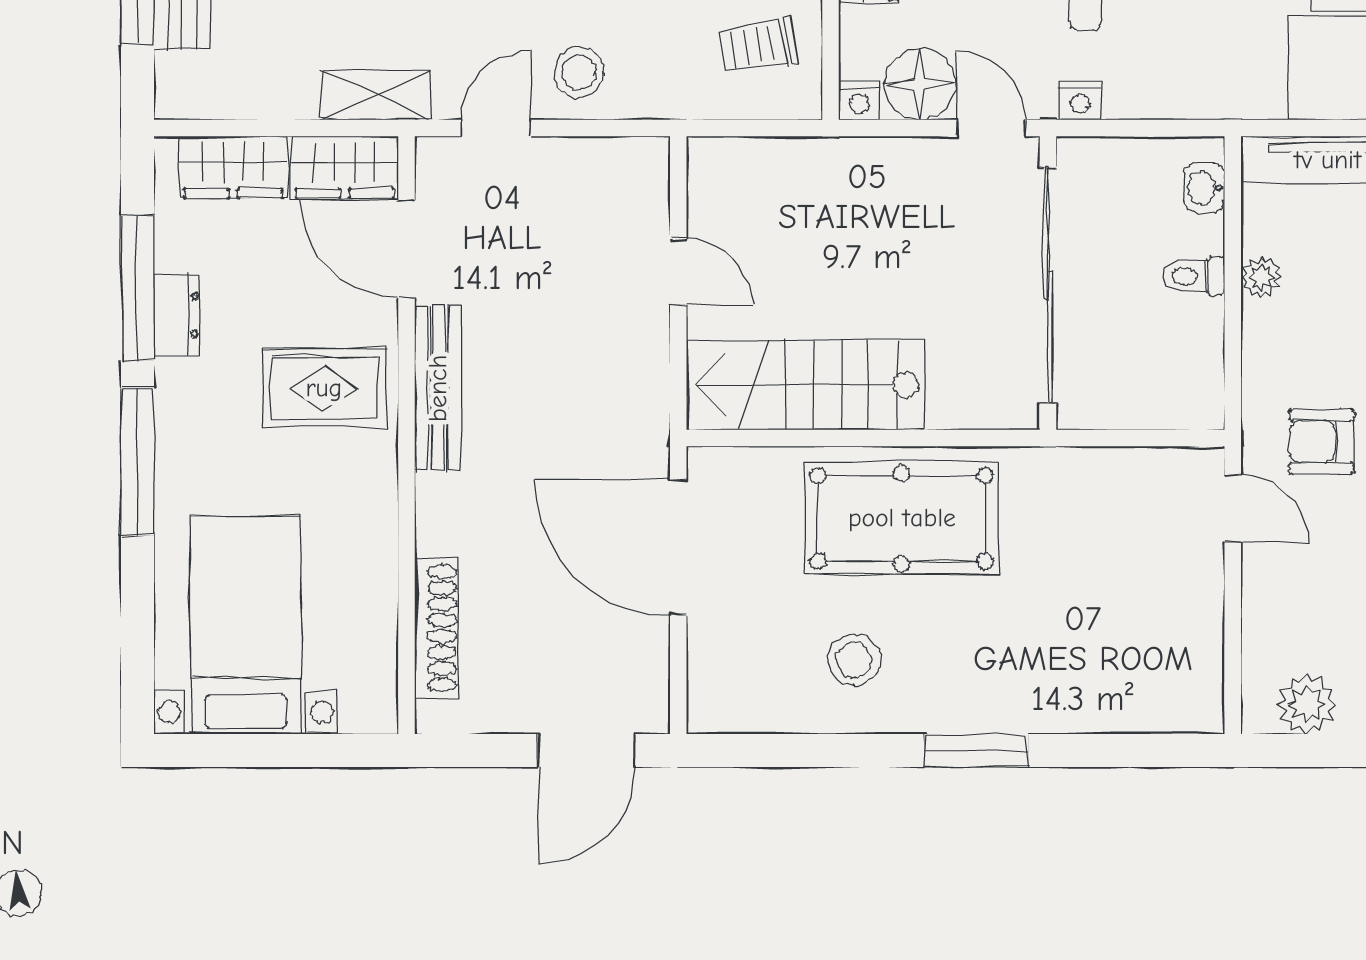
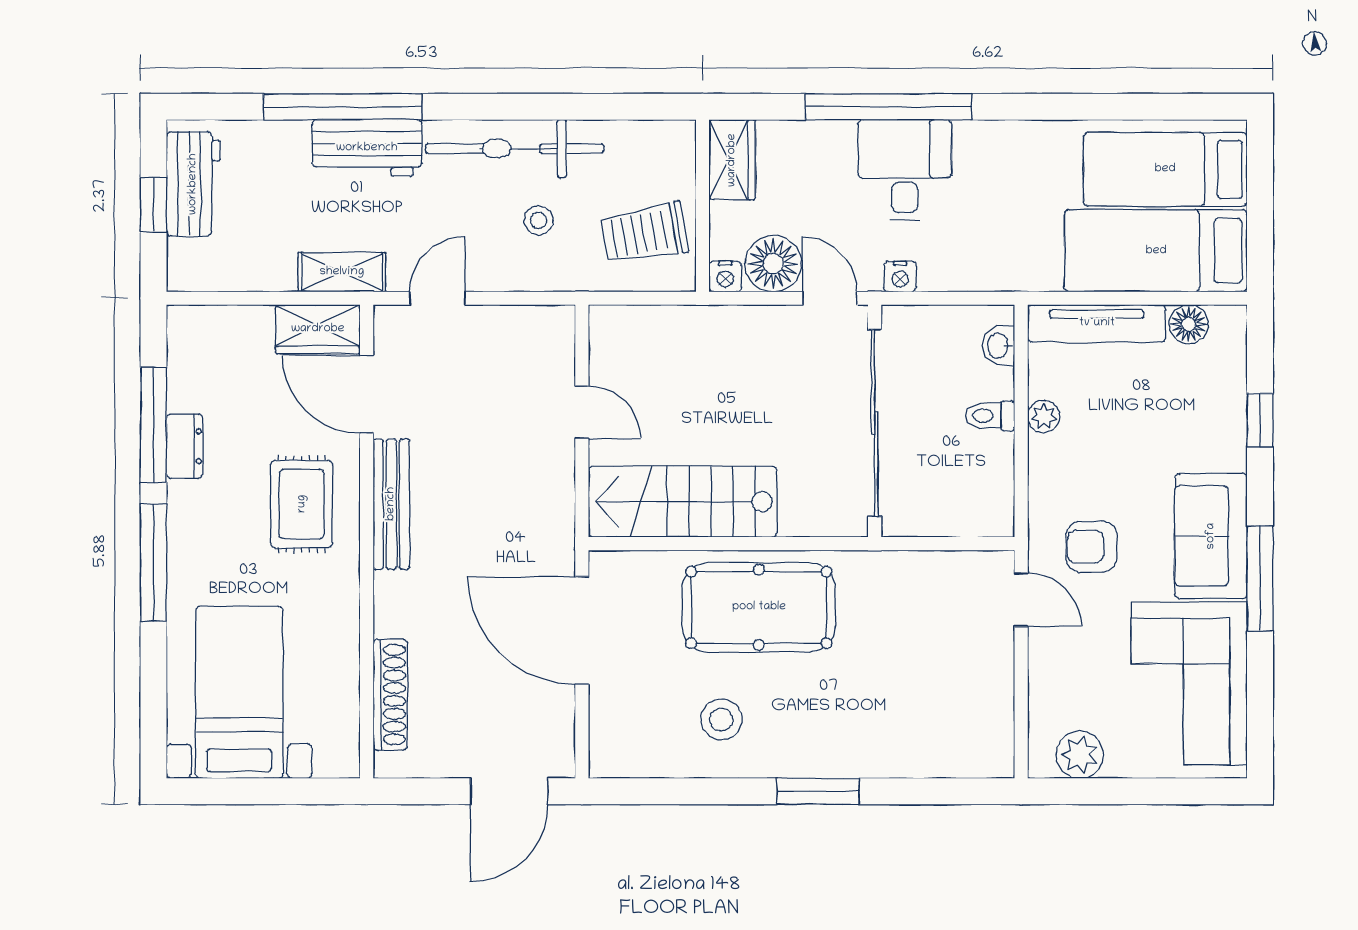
trolley: (757, 46) -> (645, 233), width x1.36, depth x1.39
stool: (579, 72) -> (538, 220), moved, width x0.73, depth x0.73
wardrobe: (233, 167) -> (229, 329), removed
rug: (324, 388) -> (302, 504), turned 90

